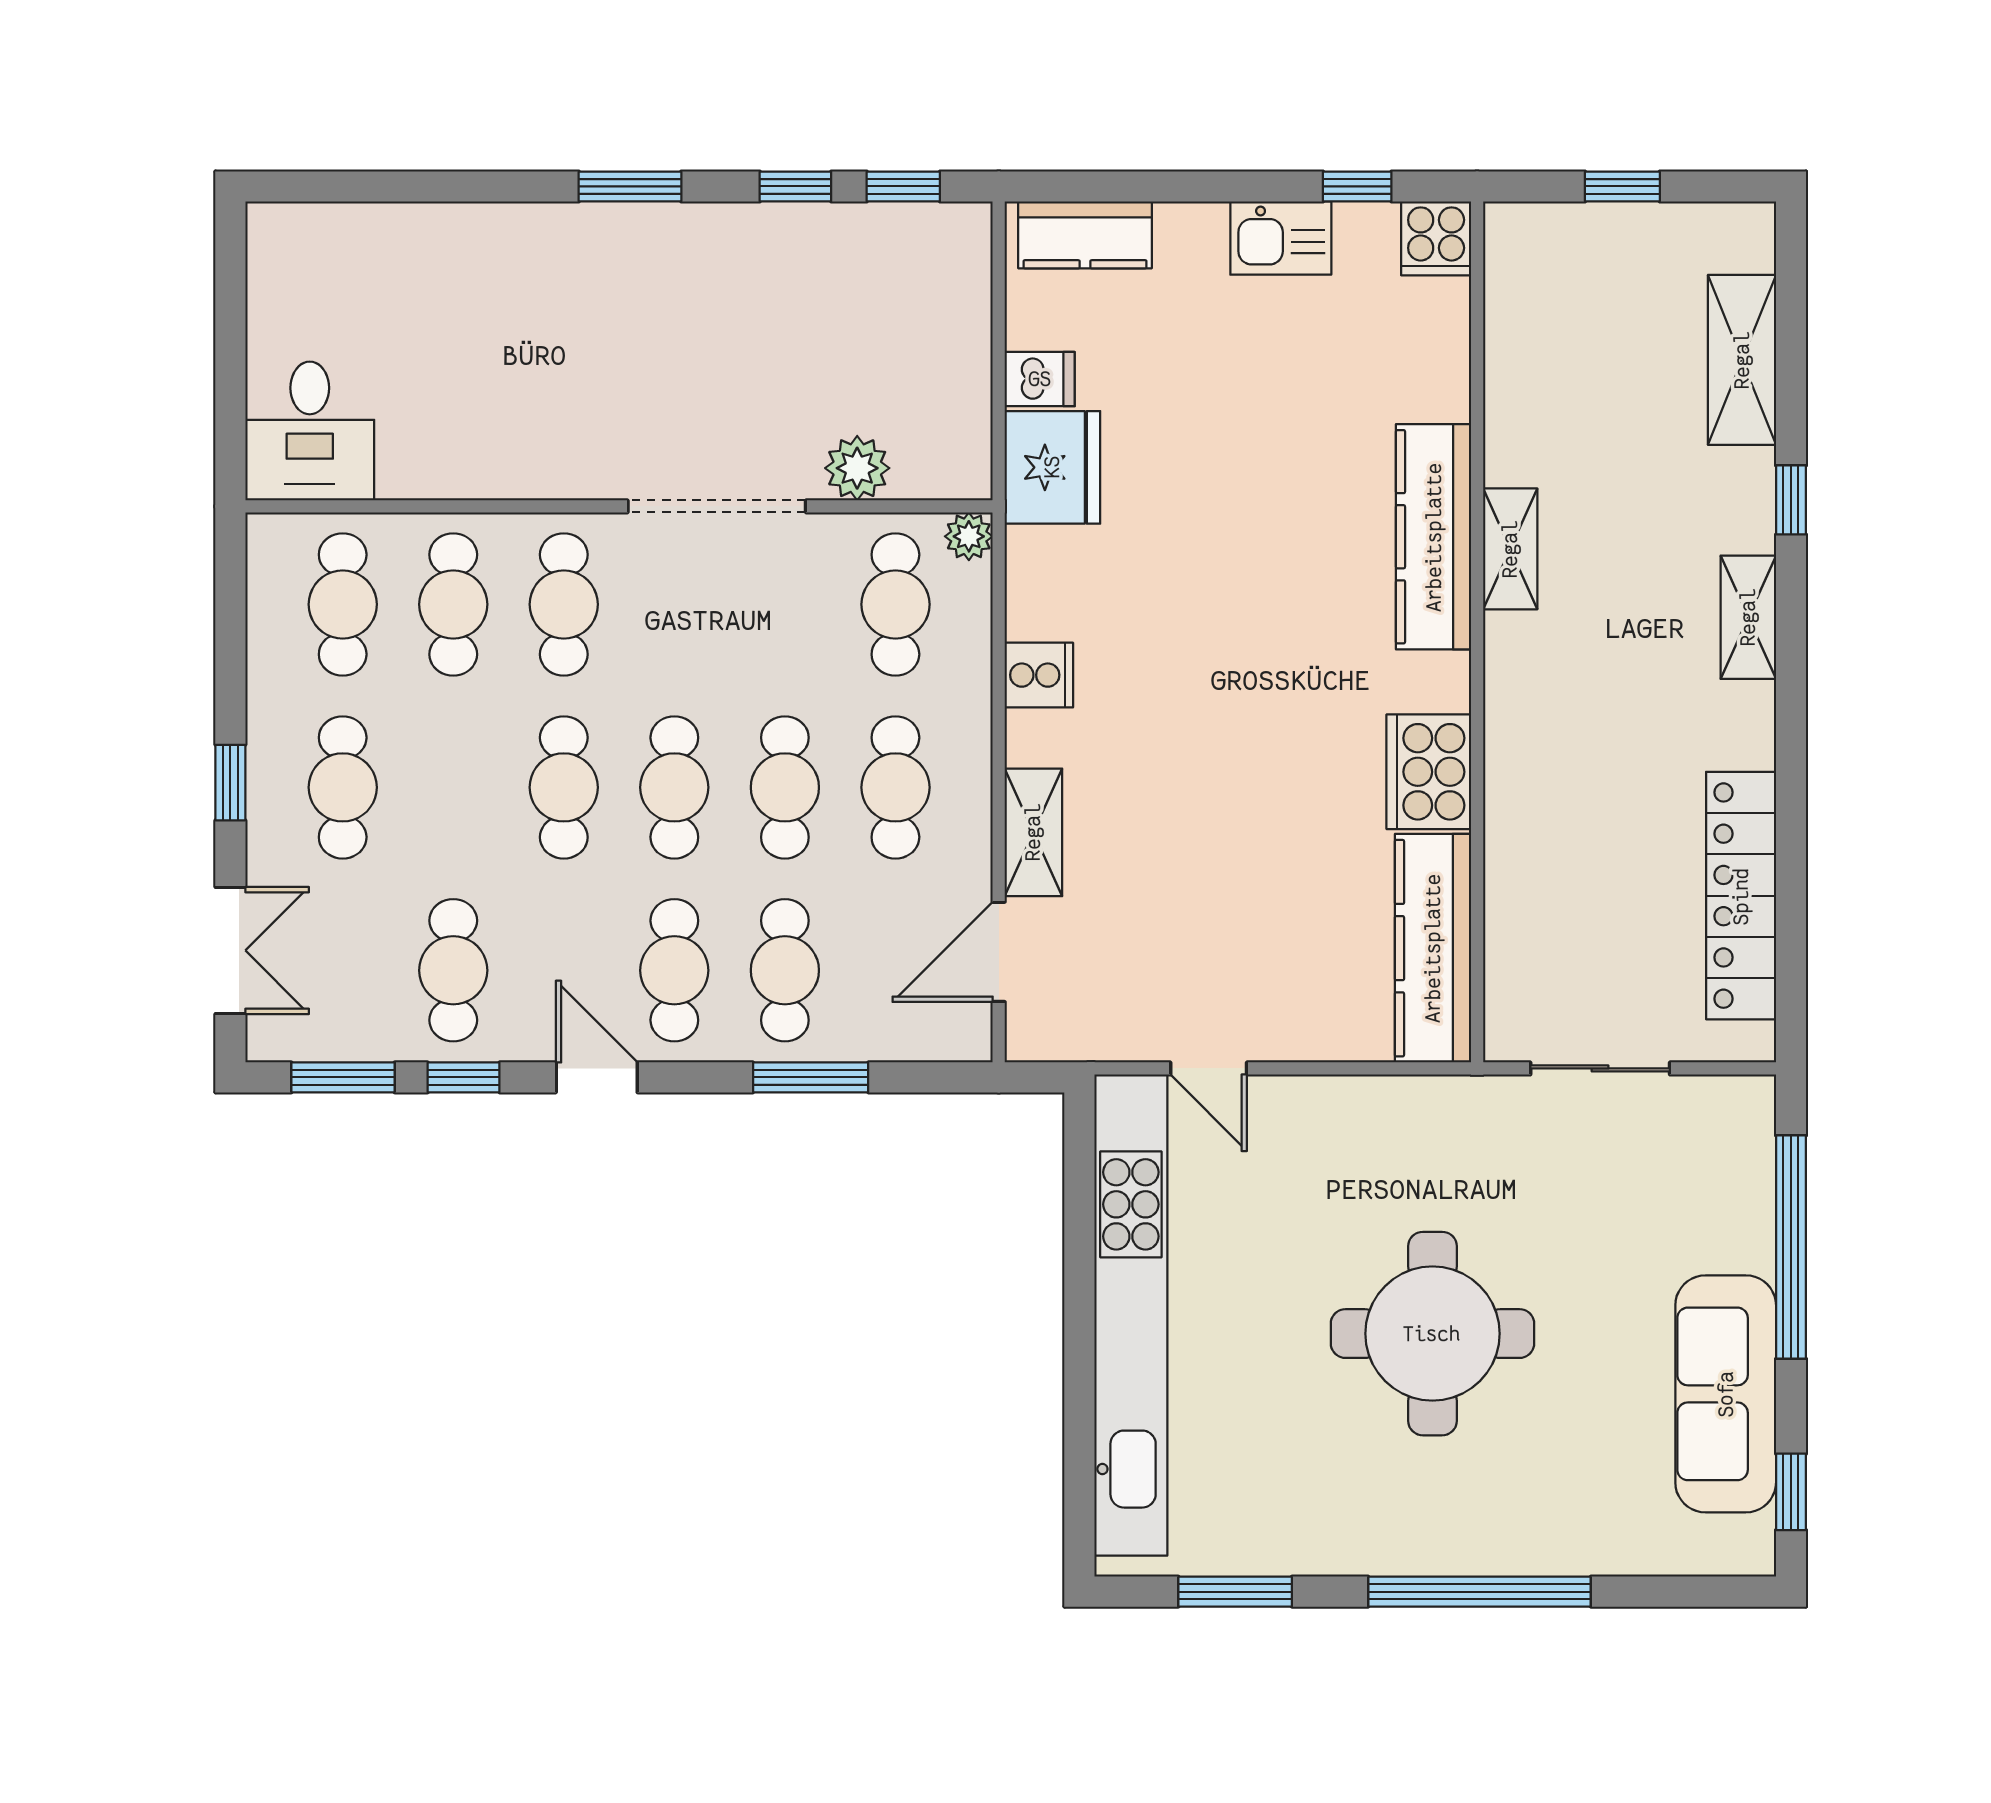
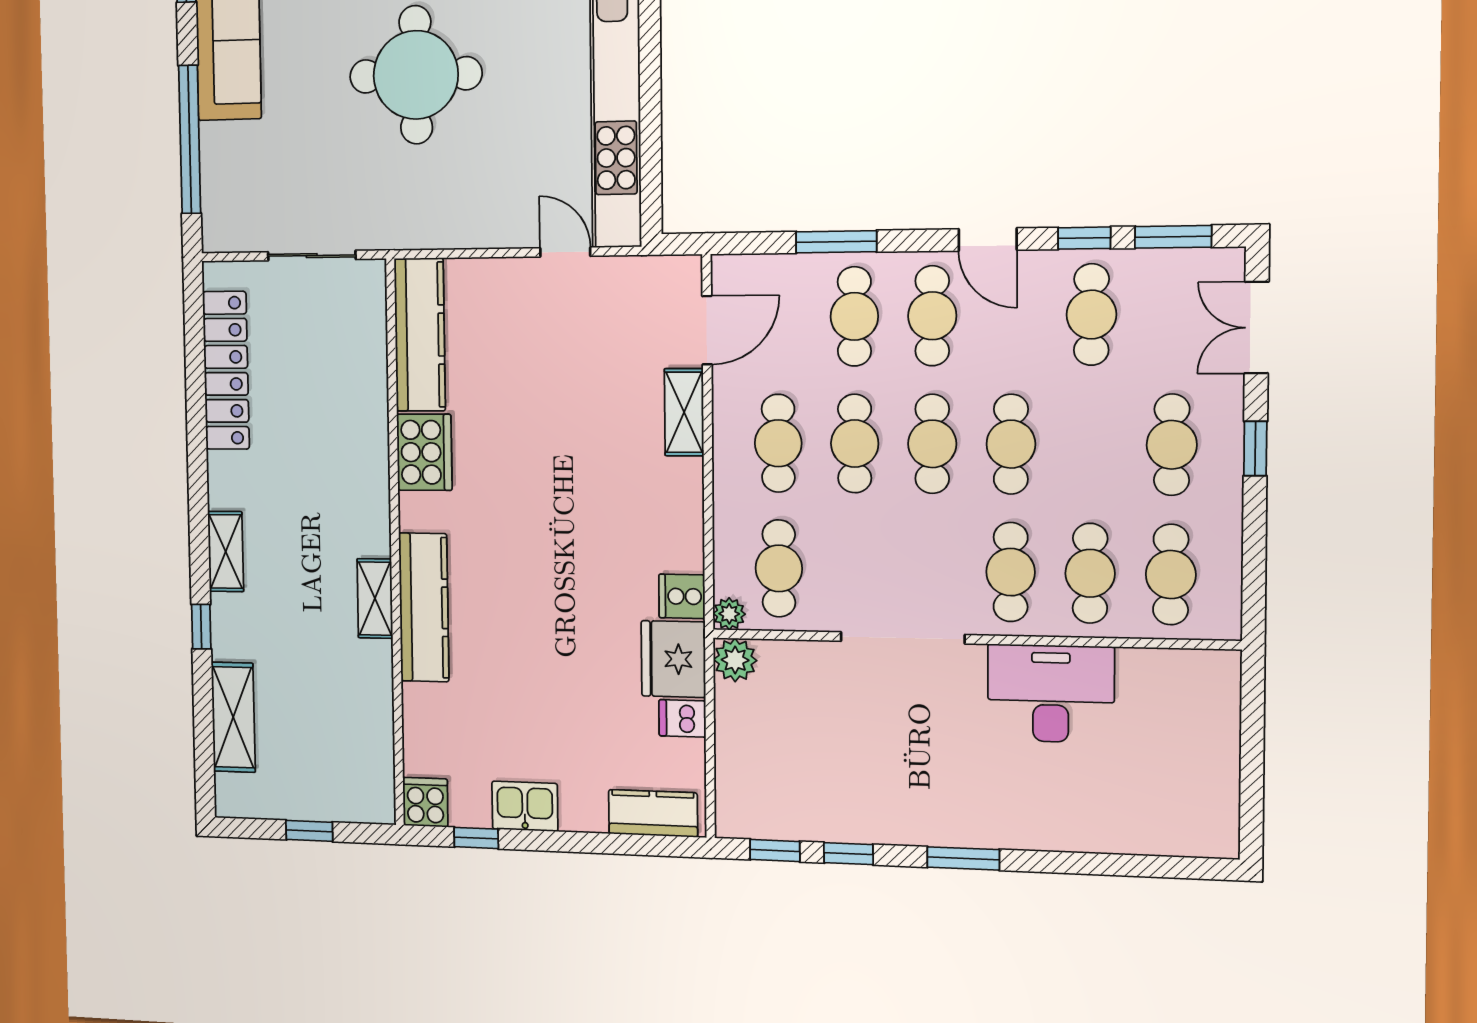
desk: (310, 431) -> (1051, 693), moved, width x1.37
plant: (857, 468) -> (735, 660), moved
cooker: (1039, 675) -> (682, 596), moved

